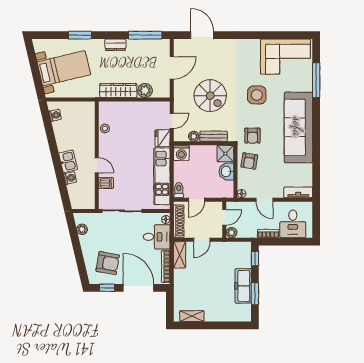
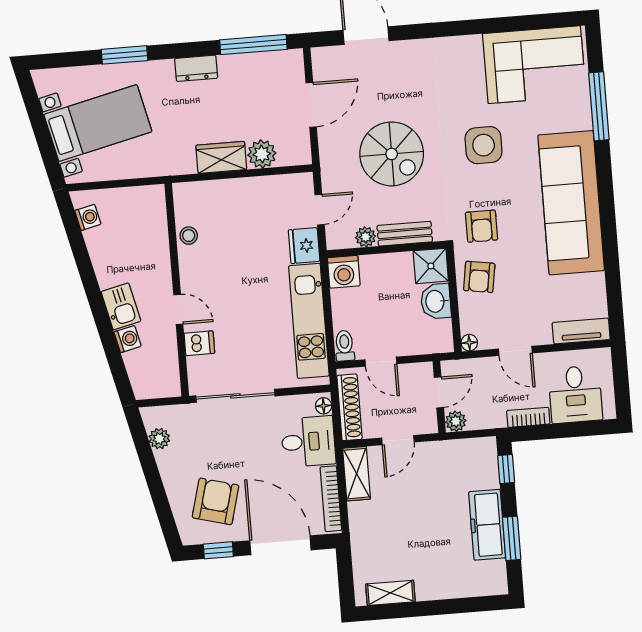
wardrobe: (118, 91) -> (221, 157), width x0.67
door: (196, 200) -> (381, 362), hinge flipped
armchair: (108, 263) -> (216, 501), turned -85

